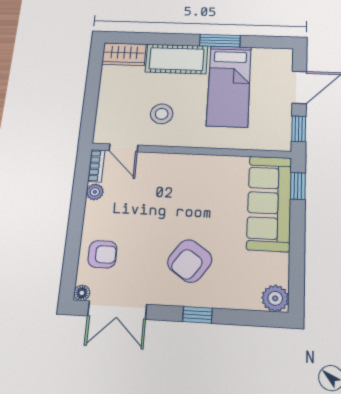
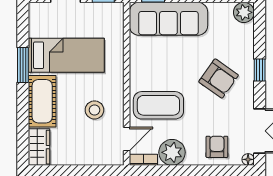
coffee table: (161, 186) -> (158, 105), added
plant: (95, 192) -> (172, 152), width x1.88, depth x1.88

